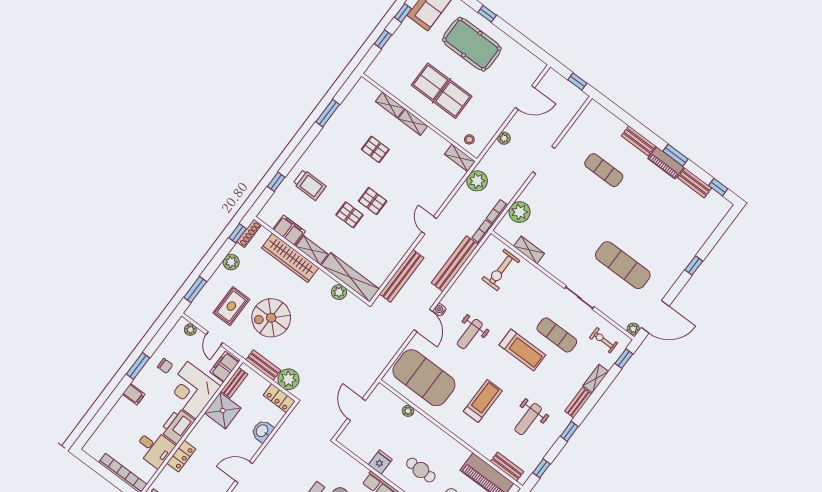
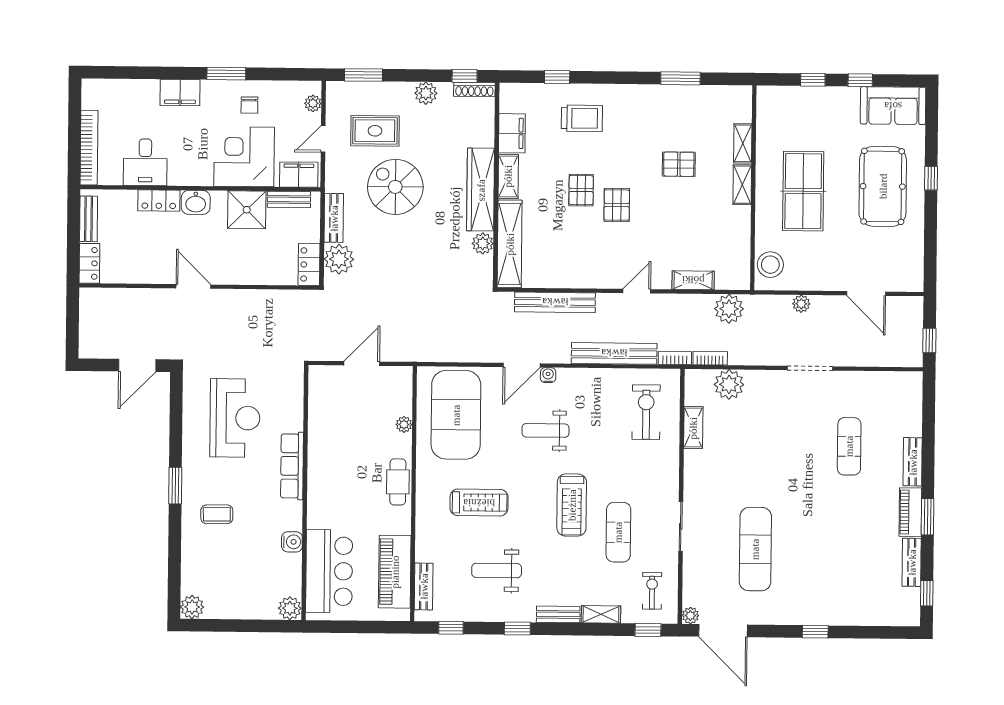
stool: (469, 139) -> (770, 265), width x1.89, depth x1.89
pallet: (375, 149) -> (679, 164), turned 90
shelving: (460, 158) -> (693, 280), moved, turned 90
trolley: (310, 185) -> (582, 118), turned -90
wardrobe: (290, 258) -> (481, 190), moved
exercise bike: (501, 270) -> (646, 412), turned 90
filing cabinet: (134, 394) -> (180, 93), width x2.00
printer: (177, 426) -> (190, 170), removed
washbasin: (262, 431) -> (196, 202), moved, turned 180
fridge: (380, 462) -> (321, 436), removed
cafe table: (421, 470) -> (398, 482), moved

